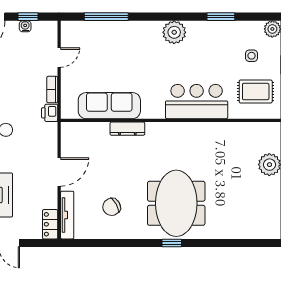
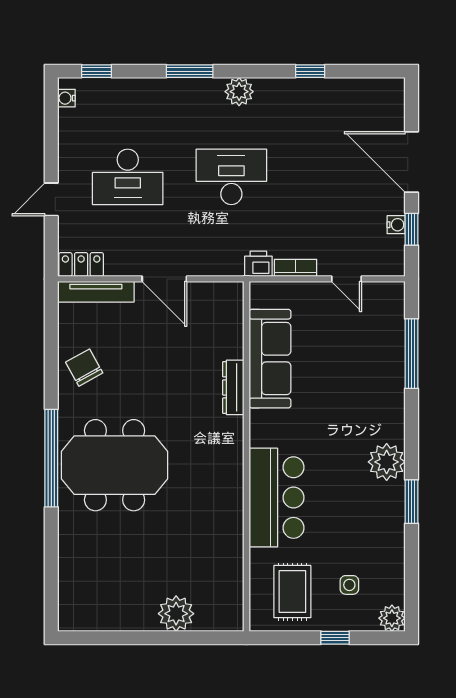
window: (221, 17) -> (411, 502), moved
chair: (112, 207) -> (84, 368), moved
window: (172, 243) -> (51, 458), width x3.17

